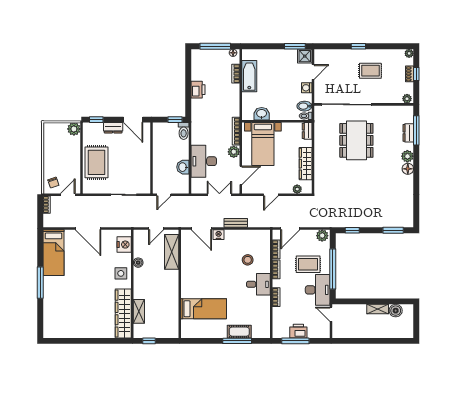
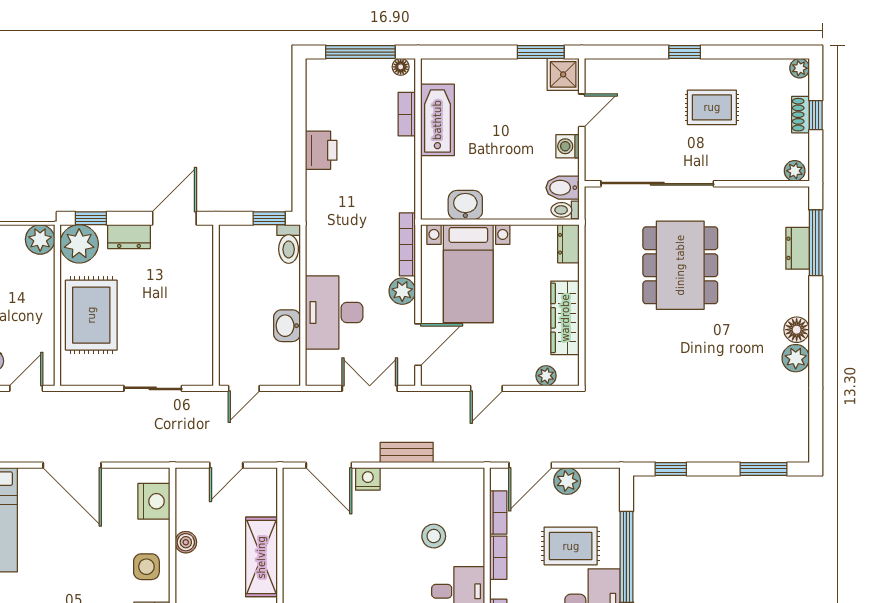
door: (133, 120) -> (174, 218), swing flipped
plant: (91, 131) -> (79, 244), added
plant: (407, 156) -> (796, 358), moved
plant: (322, 236) -> (567, 481), moved
shelving: (172, 252) -> (261, 557), moved

